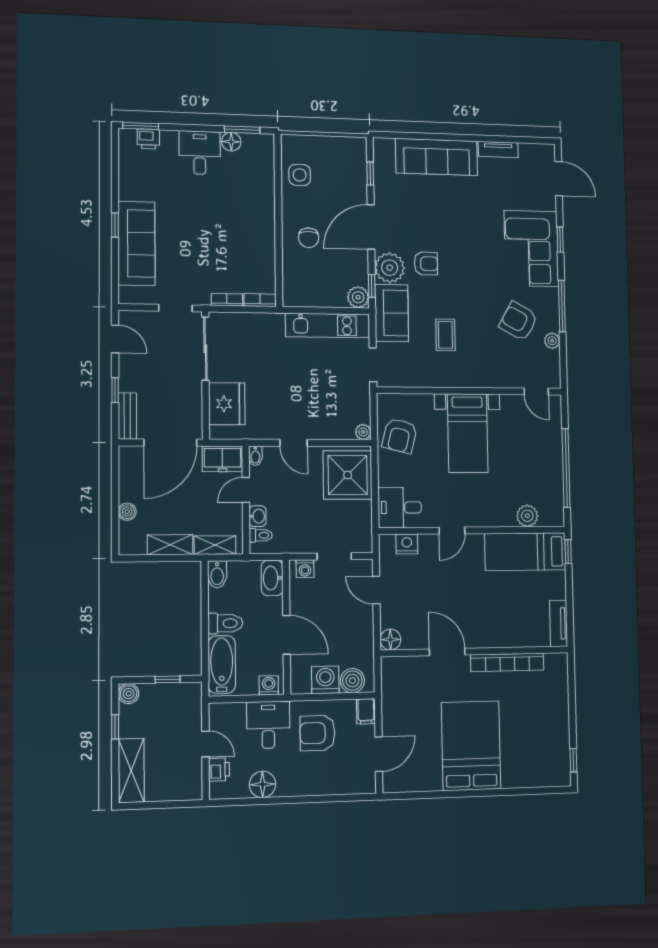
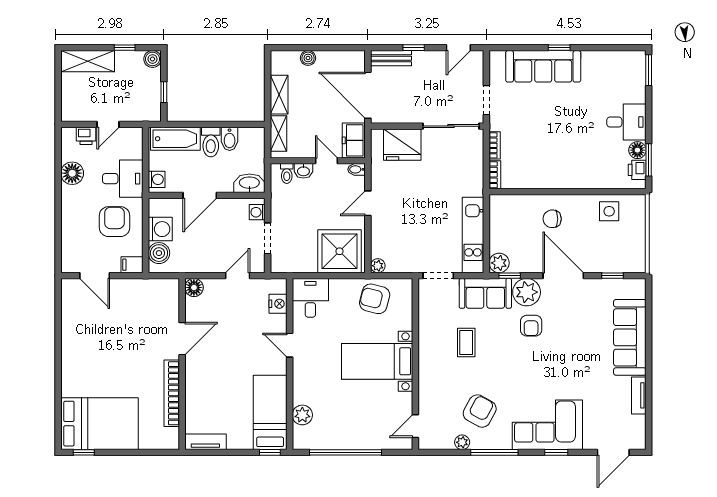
printer: (148, 139) -> (637, 170), moved
coffee table: (445, 335) -> (466, 343), turned 90
bidet: (217, 574) -> (230, 139), moved, turned -90
bed: (471, 746) -> (99, 424), moved

